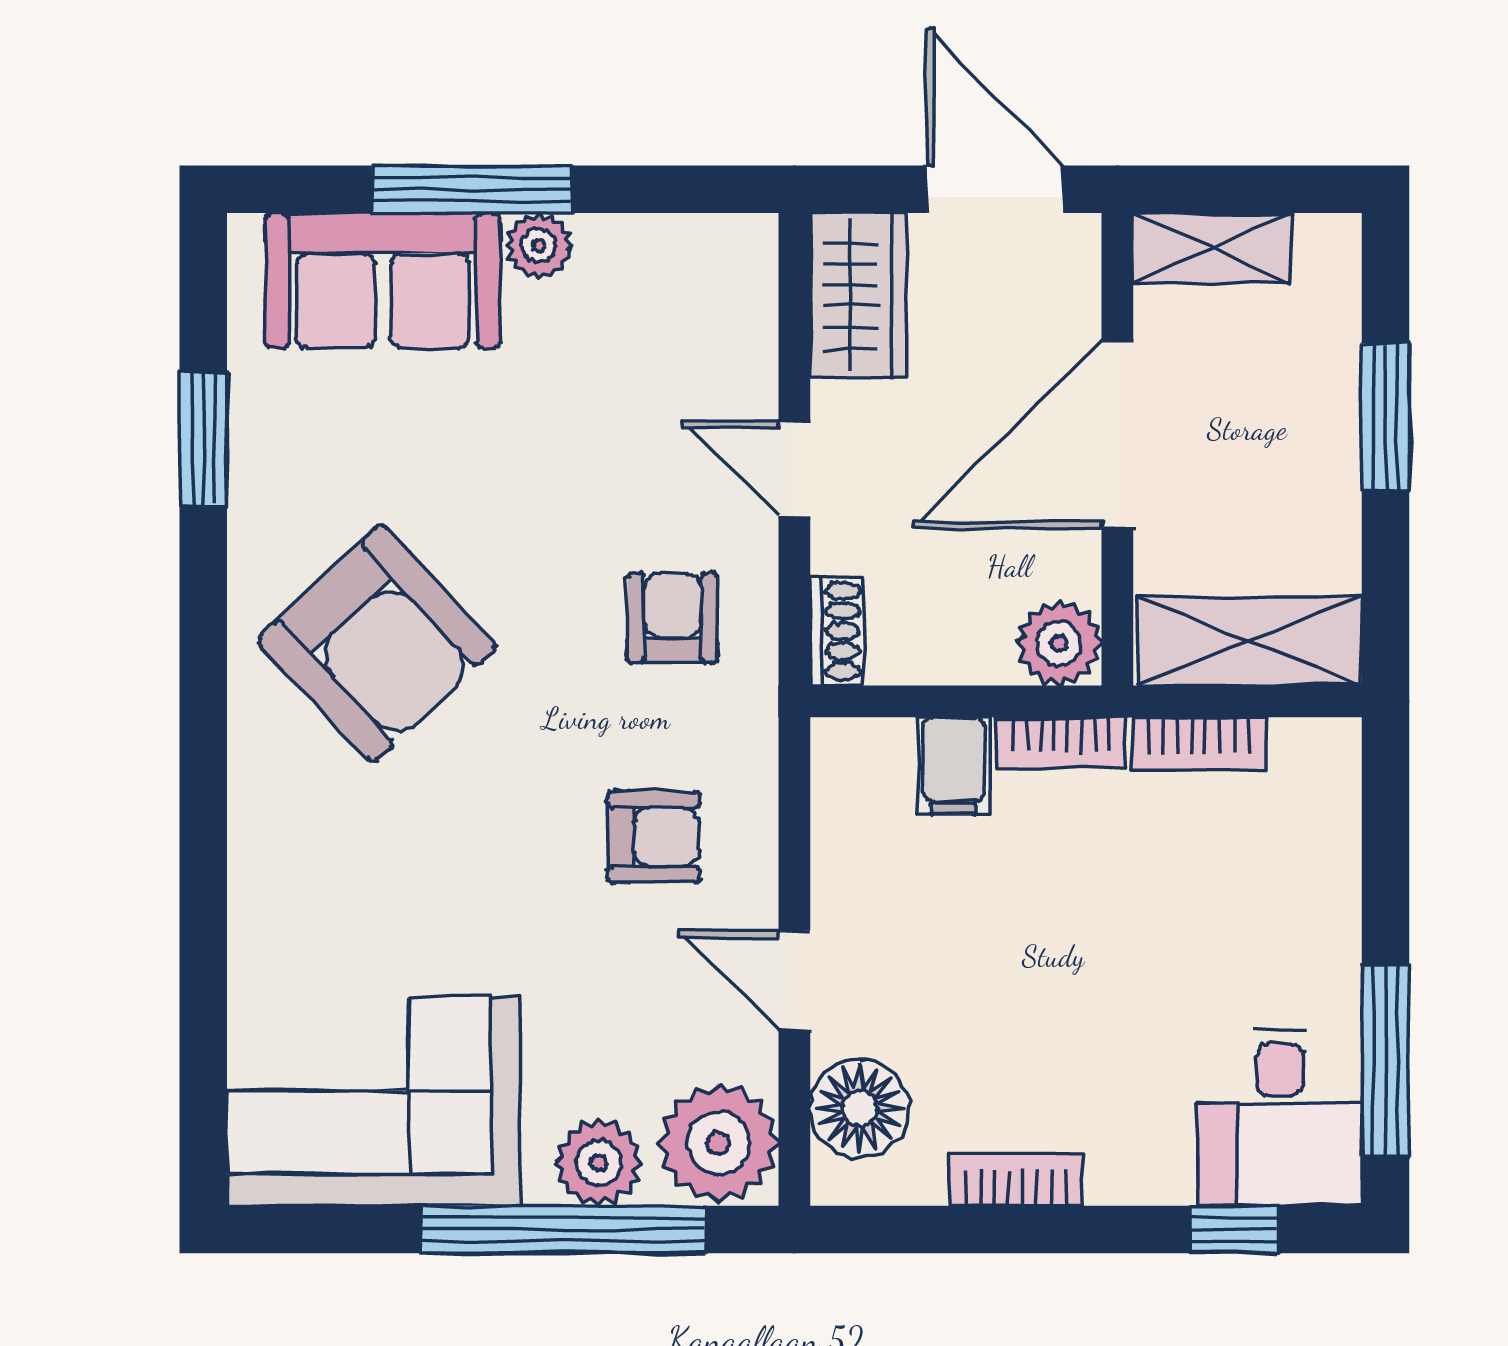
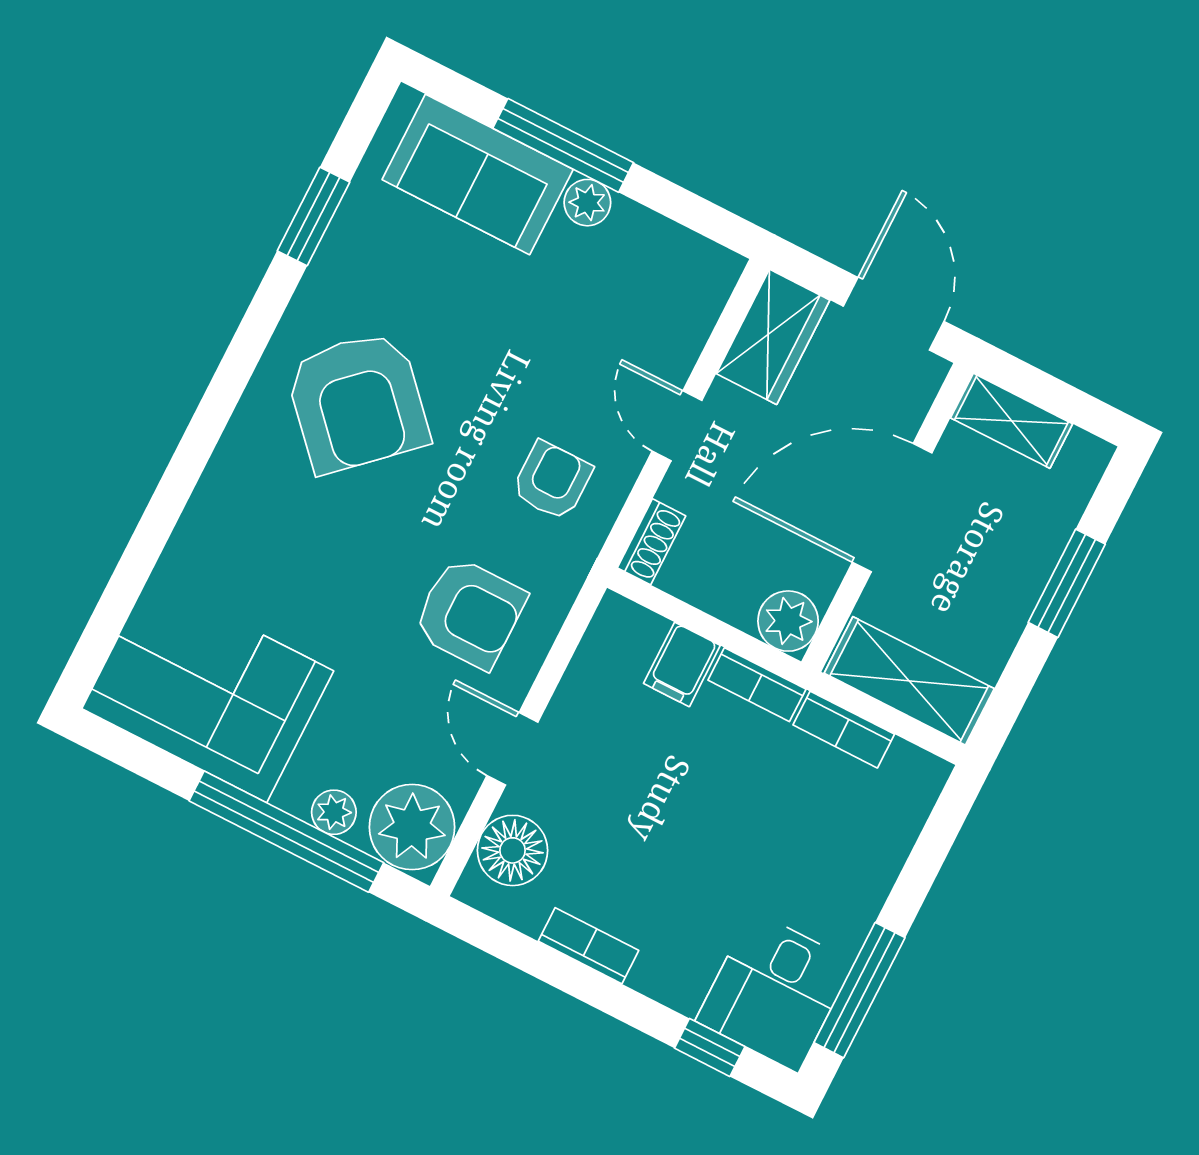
armchair: (654, 837) -> (470, 613), width x1.38, depth x1.38
plant: (599, 1163) -> (334, 812), width x0.73, depth x0.73

